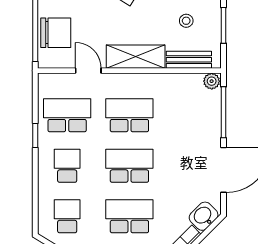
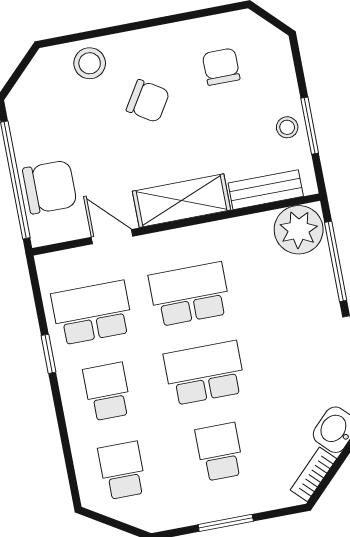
stool: (186, 21) -> (287, 127), moved
plant: (212, 81) -> (299, 230), width x1.88, depth x1.88
school desk: (129, 216) -> (220, 452), width x0.54

